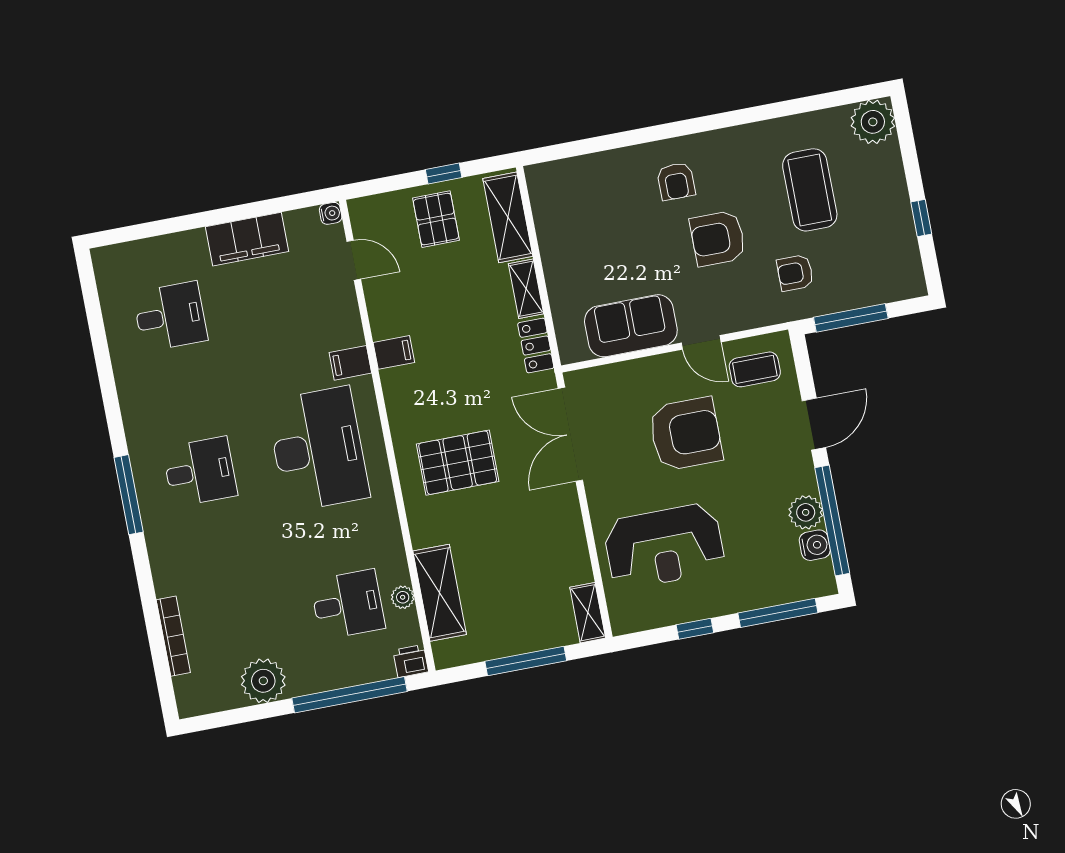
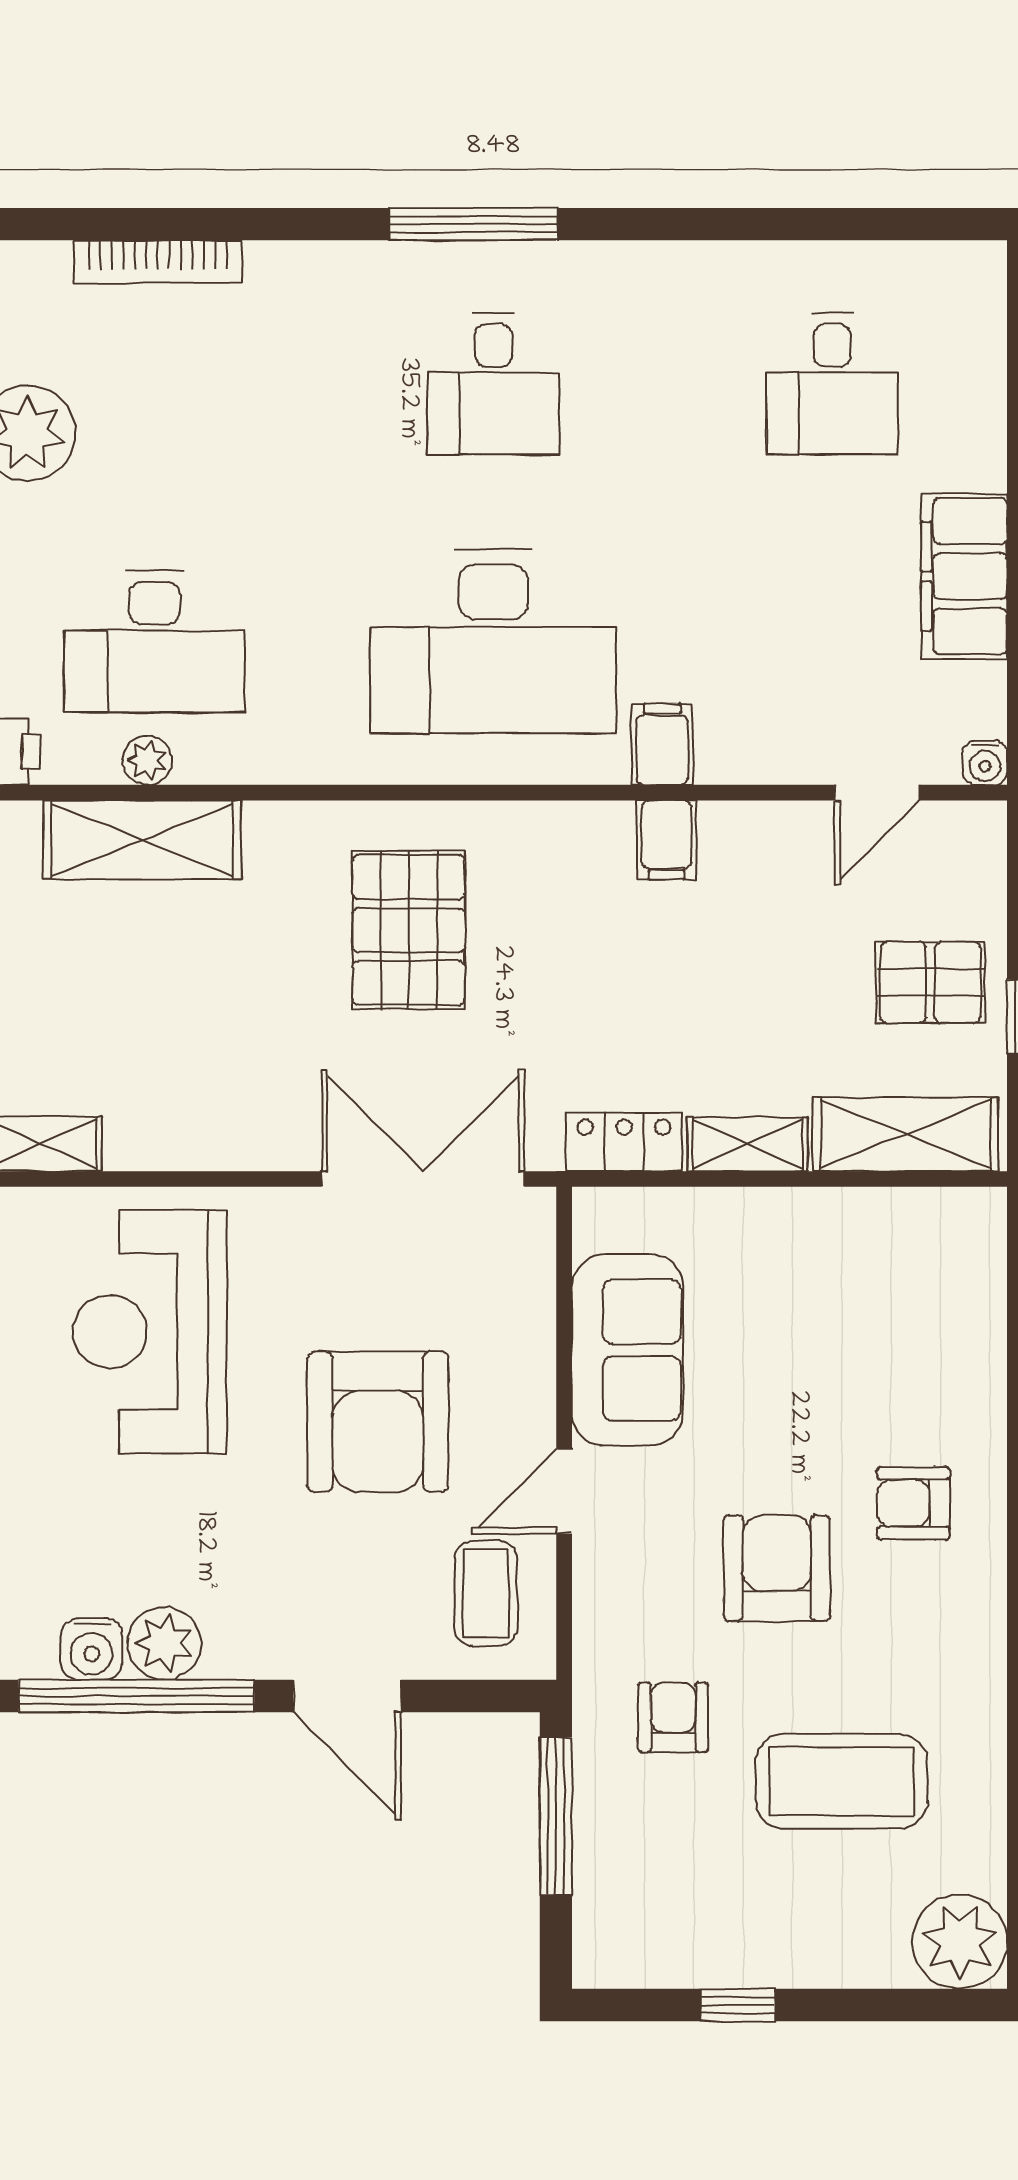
desk: (348, 604) -> (155, 642), width x1.37

